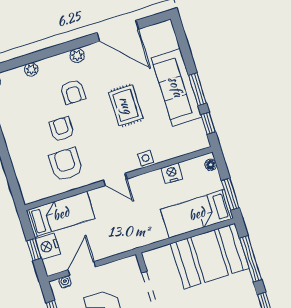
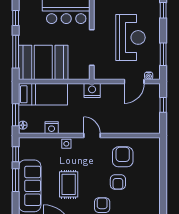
armchair: (66, 164) -> (123, 157), turned 180
window: (230, 194) -> (16, 115), moved
bed: (61, 214) -> (137, 123), removed
nightstand: (48, 246) -> (92, 91), moved, turned -90

